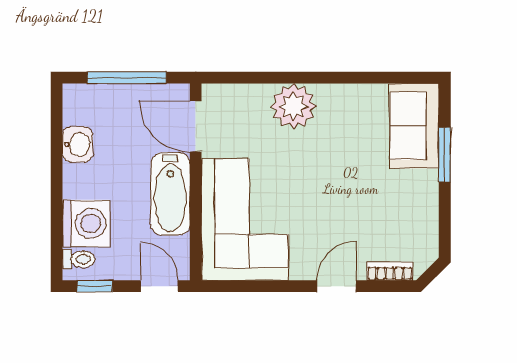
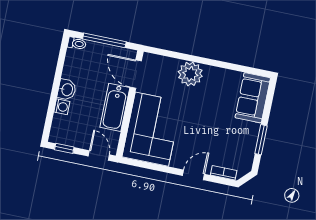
washbasin: (78, 144) -> (67, 90), moved
window: (445, 155) -> (261, 140), moved
washing machine: (86, 223) -> (62, 107), width x0.53, depth x0.53
toilet: (79, 259) -> (77, 43), moved

